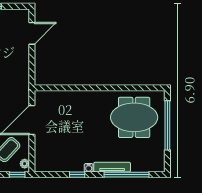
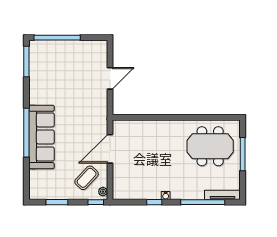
door: (32, 33) -> (110, 78), moved
window: (167, 125) -> (243, 154), width x0.68
tv unit: (112, 167) -> (222, 195), moved

